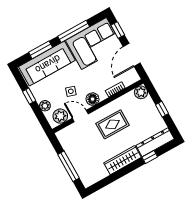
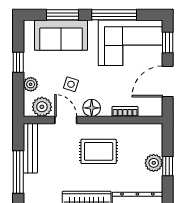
sofa: (47, 63) -> (61, 35), width x0.73
plant: (141, 92) -> (154, 163), moved
bench: (68, 147) -> (30, 148), added

